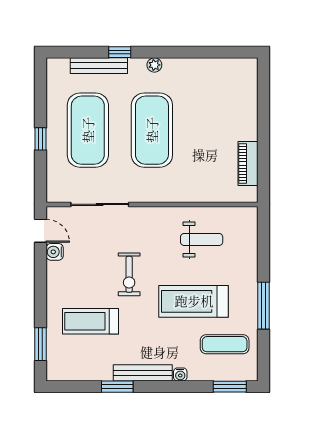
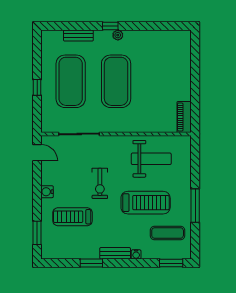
window: (120, 52) -> (110, 26), moved
bench: (99, 66) -> (78, 36), width x0.73
piano: (248, 164) -> (184, 117), moved
weight bench: (202, 239) -> (151, 159), width x1.36, depth x1.33
water cooler: (55, 252) -> (47, 192), moved
treadmill: (194, 301) -> (146, 203), turned 180
bench: (143, 373) -> (115, 253), width x0.73

